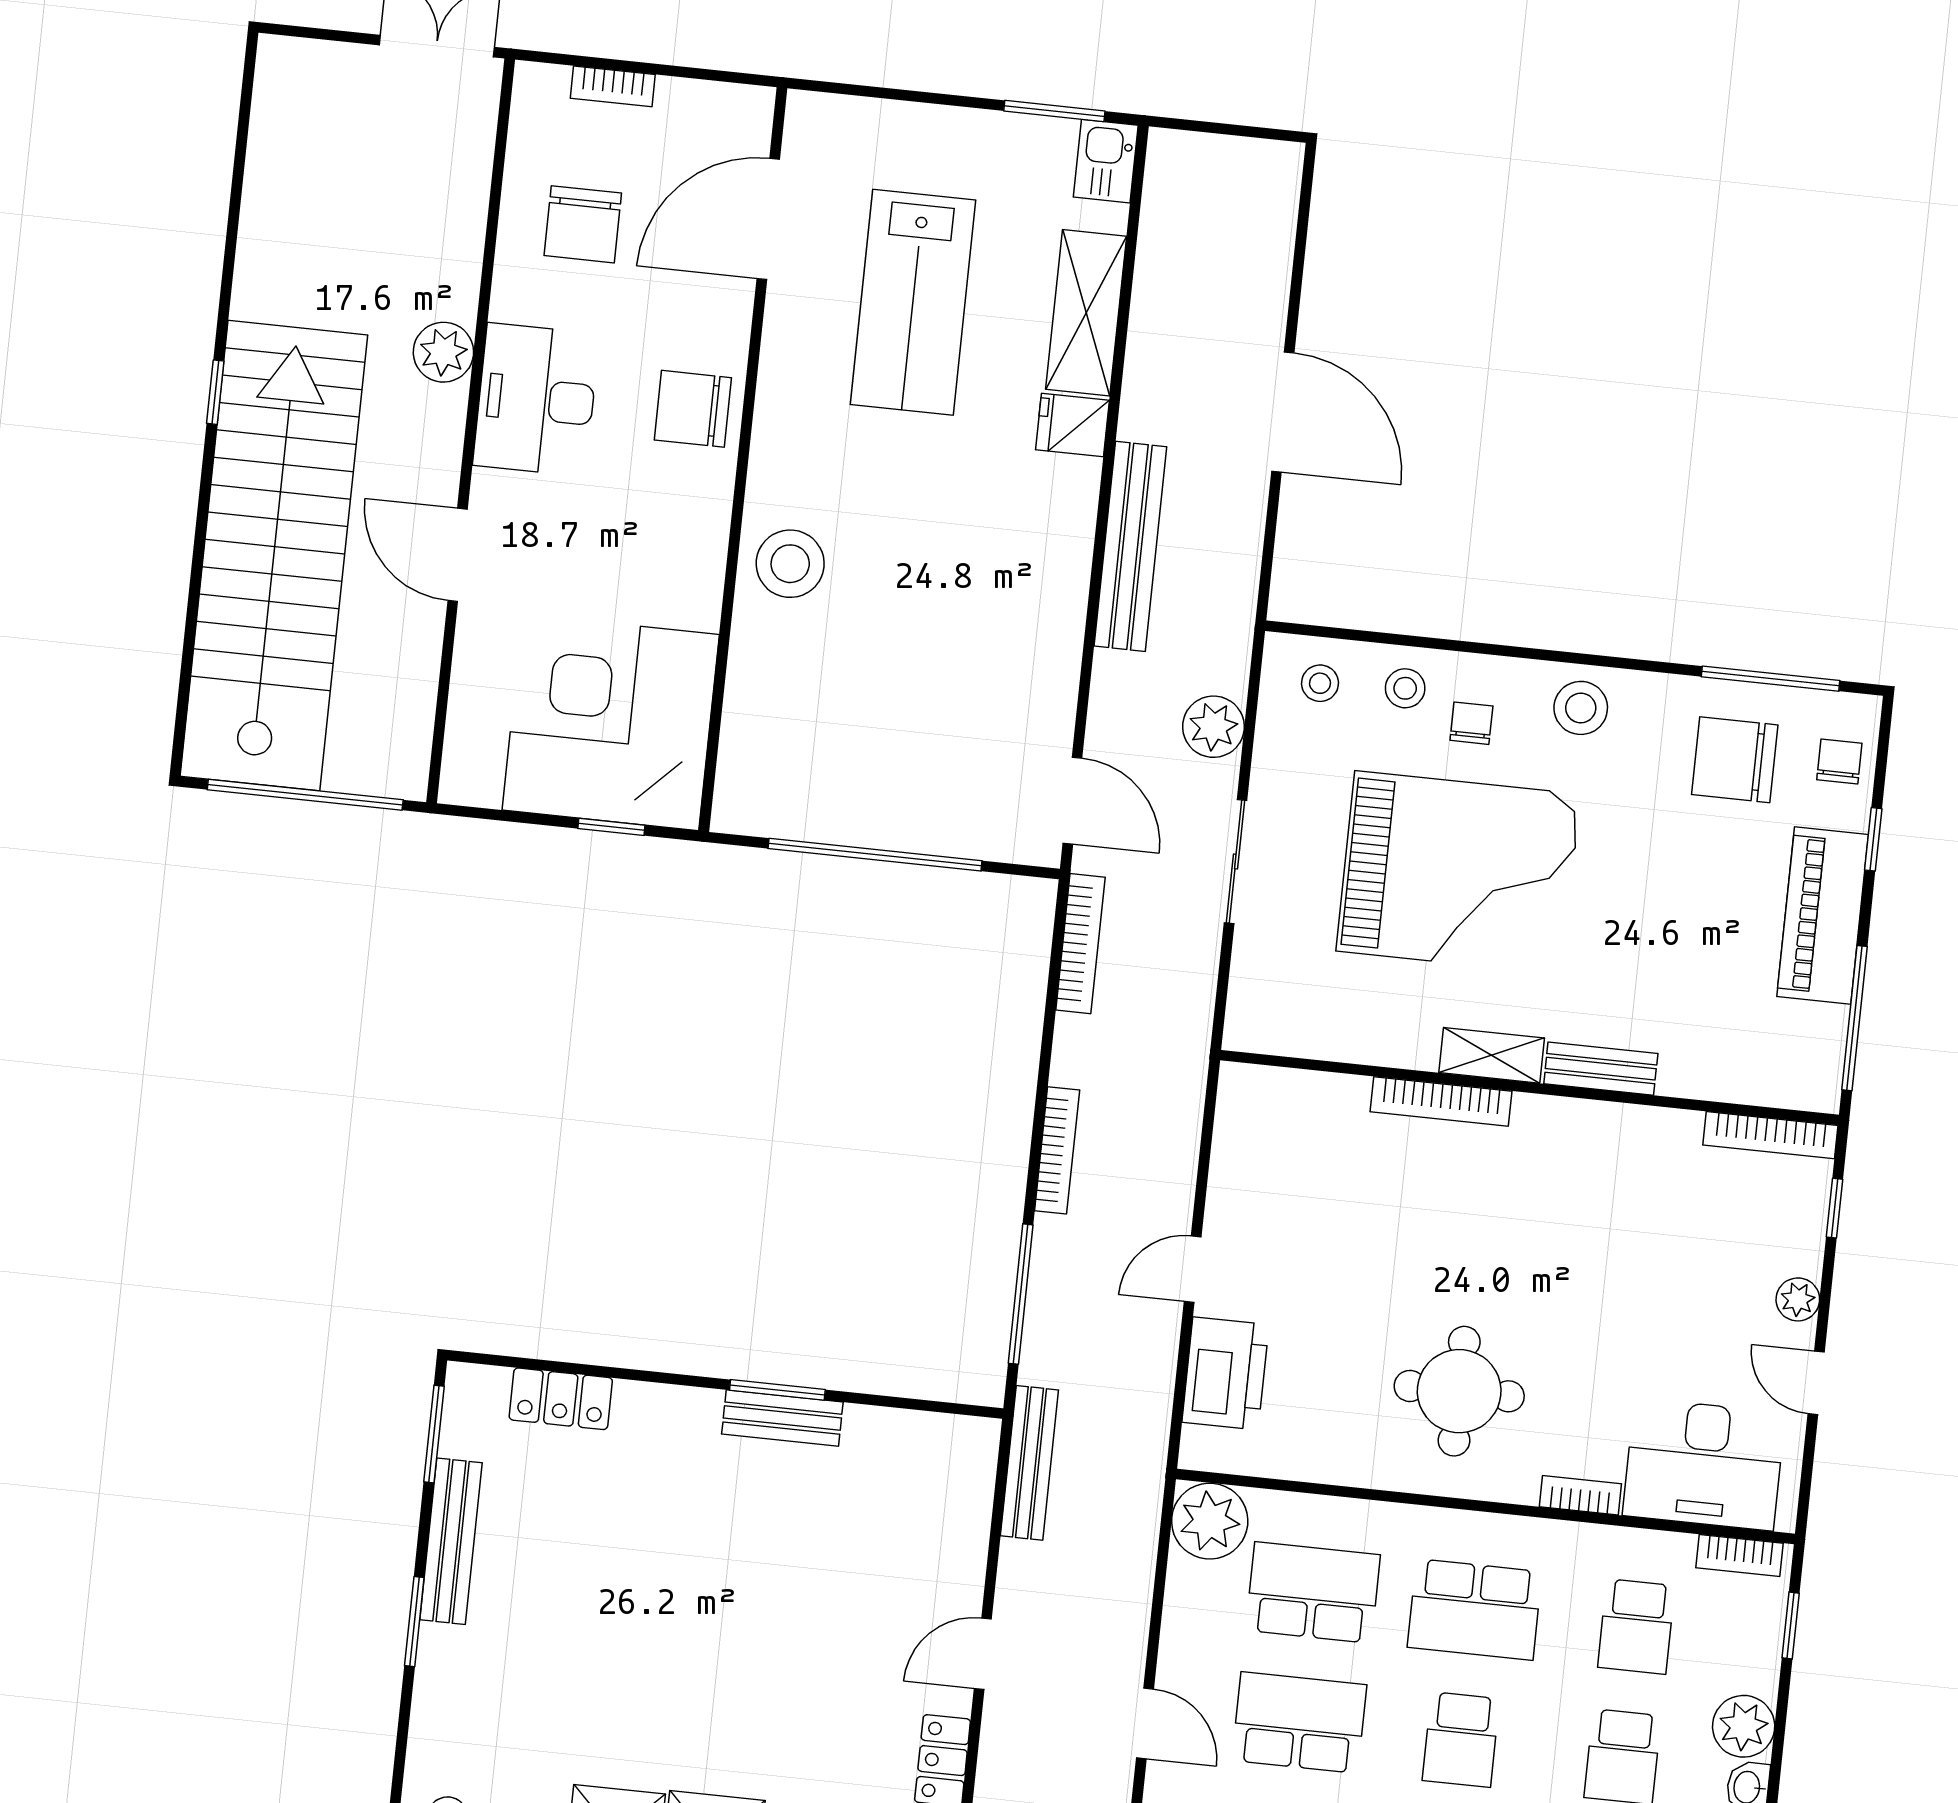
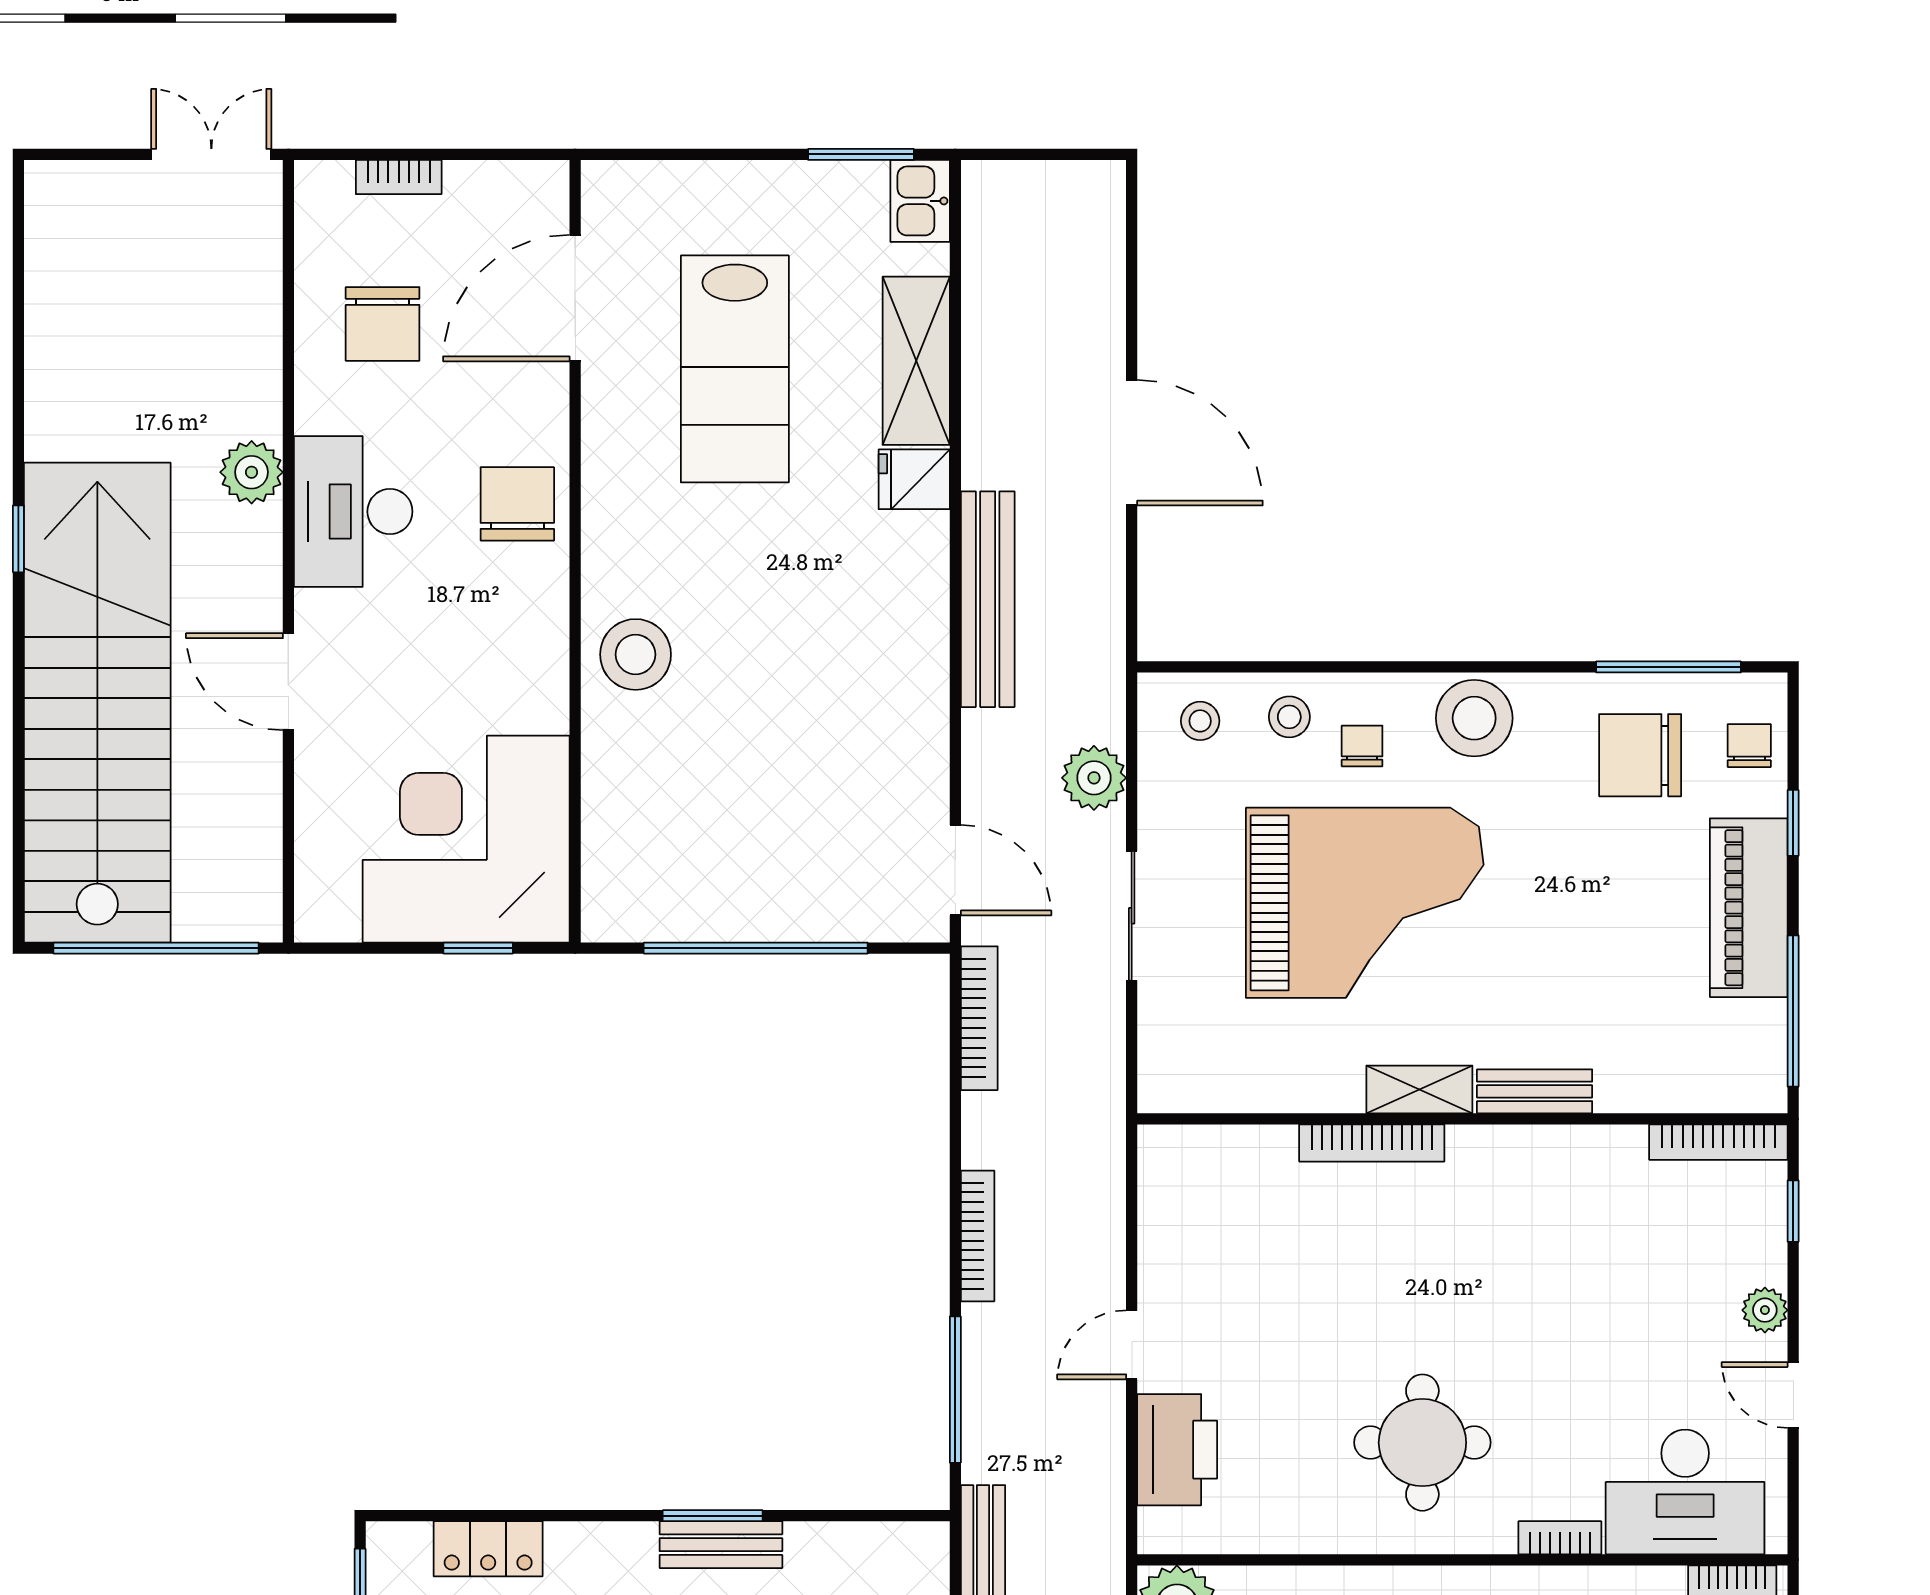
chair: (693, 409) -> (517, 504), turned 90
stool: (1581, 708) -> (1474, 718), width x1.38, depth x1.38

